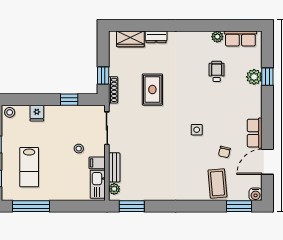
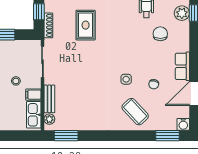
chair: (231, 99) -> (160, 34), added
side table: (197, 130) -> (126, 79), moved
coffee table: (217, 184) -> (135, 112), moved, turned -38

